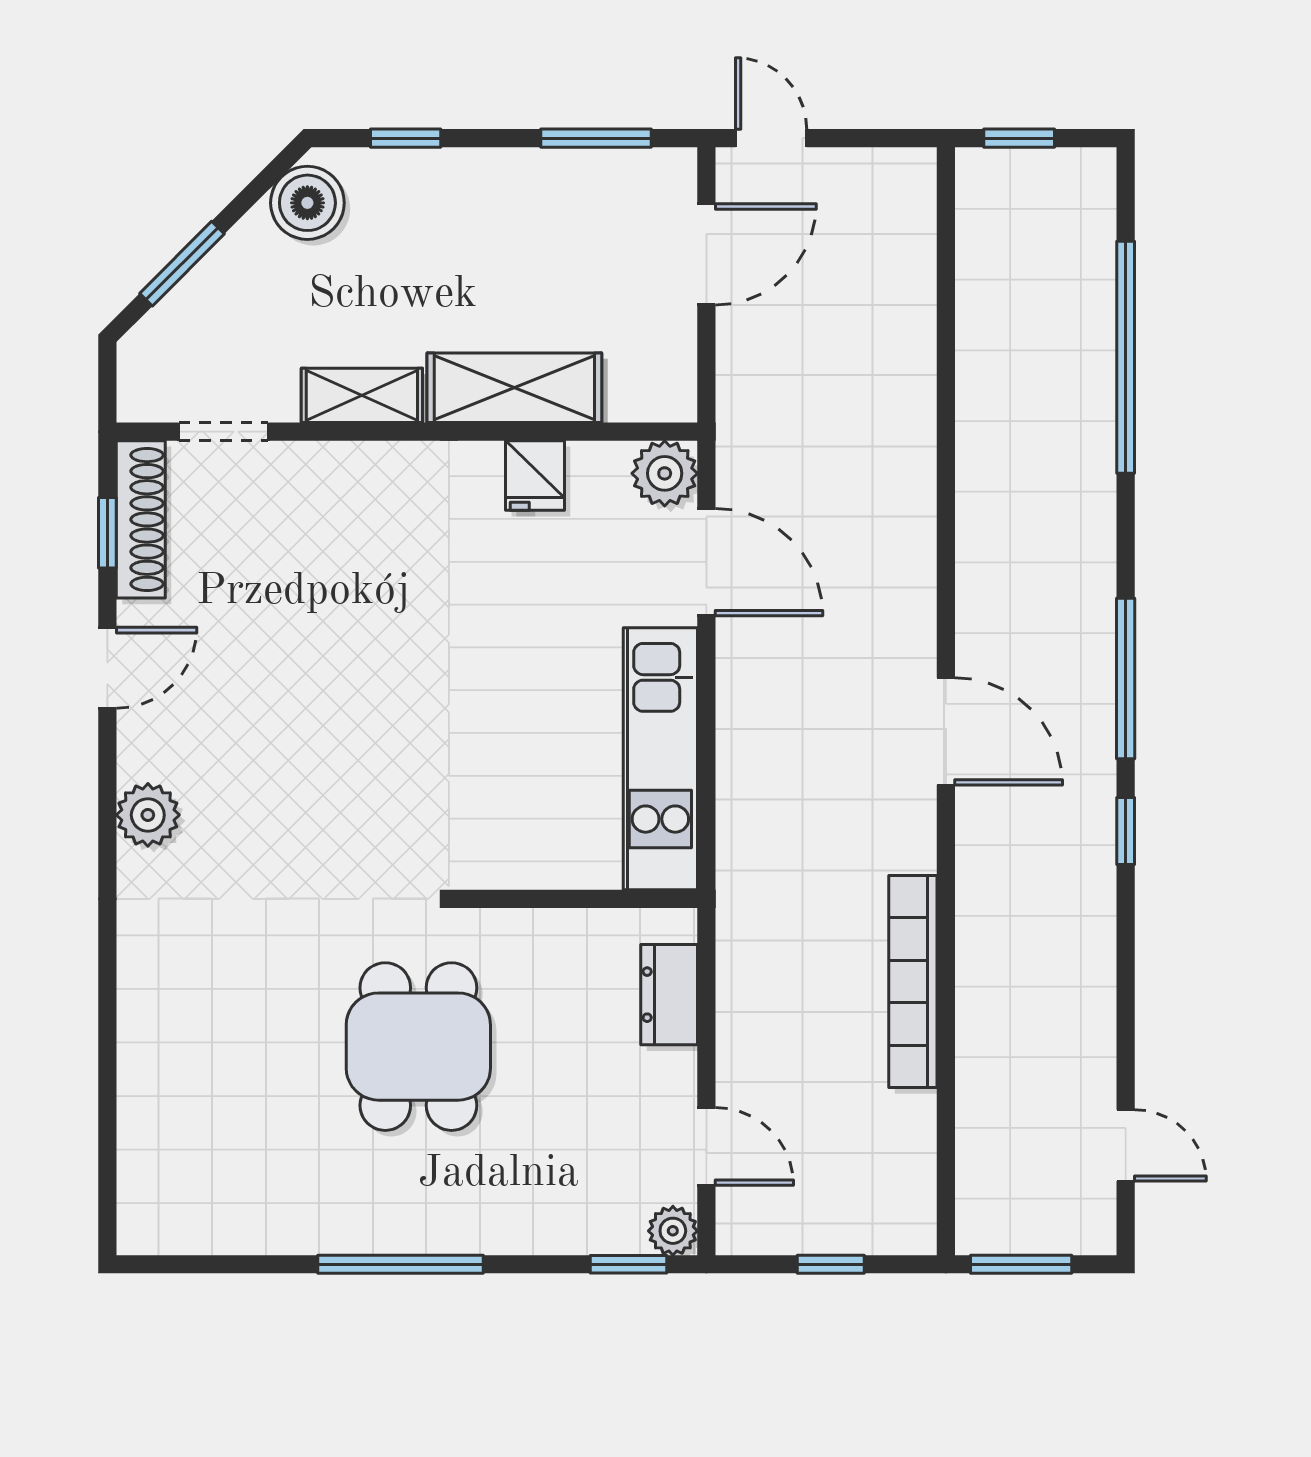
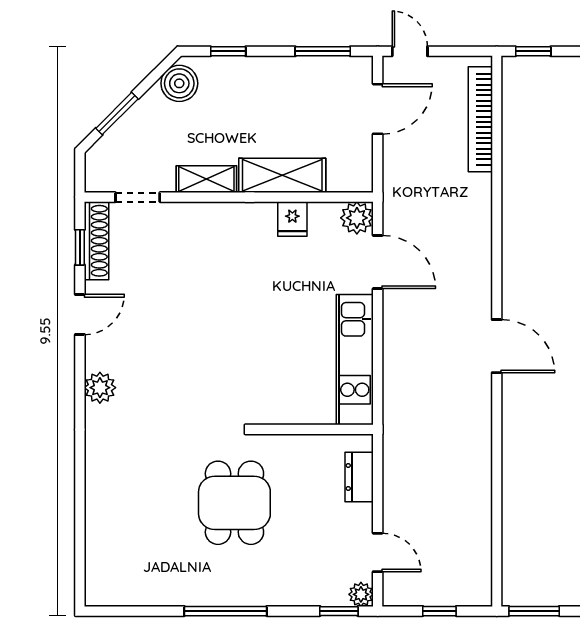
bookcase: (913, 982) -> (480, 119), moved

